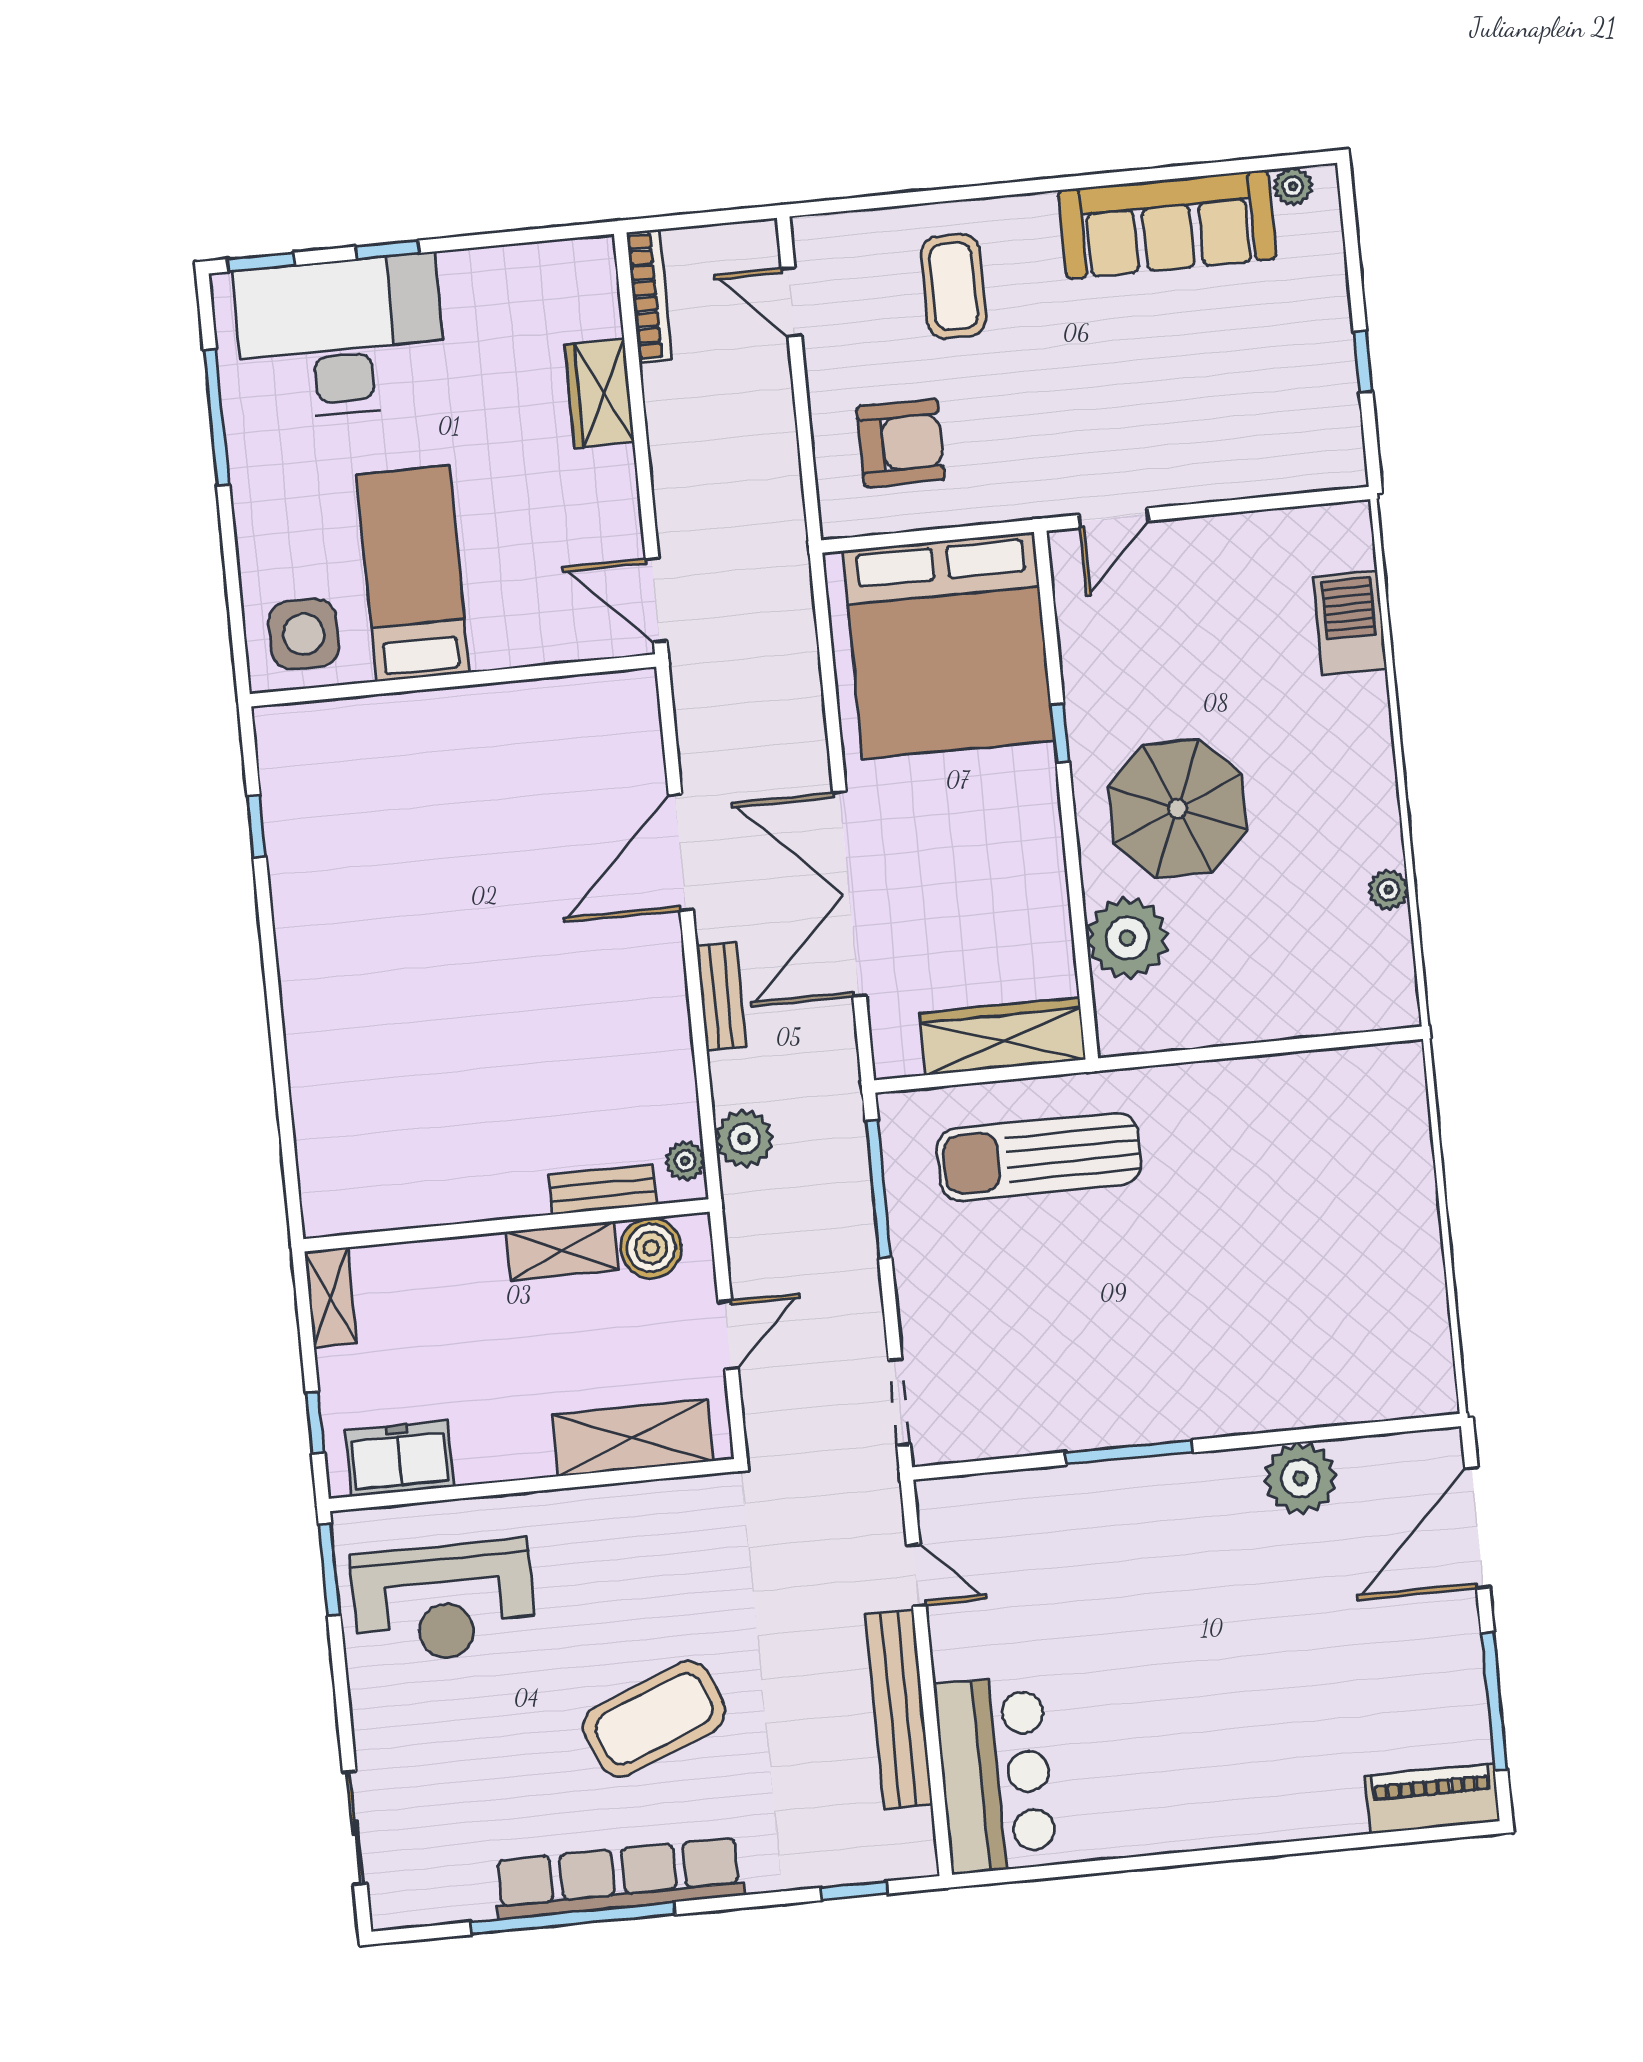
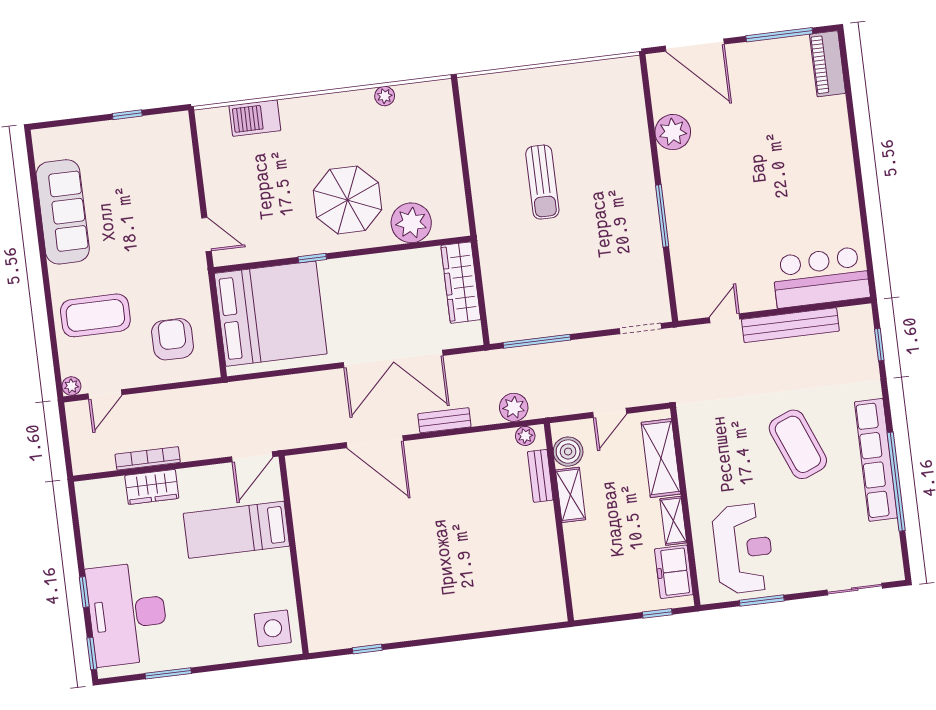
plant: (1293, 186) -> (71, 386), moved
coffee table: (953, 286) -> (95, 315), width x1.36, depth x1.32
bookcase: (649, 296) -> (148, 458), moved
window: (216, 417) -> (168, 673), width x0.69
bed: (413, 574) -> (236, 530), moved
sun lounger: (1039, 1157) -> (542, 182), moved, width x0.73, depth x0.75
shelving: (331, 1297) -> (673, 521), moved, turned 90
door: (728, 1335) -> (610, 413), swing flipped
window: (329, 1570) -> (762, 601), moved

